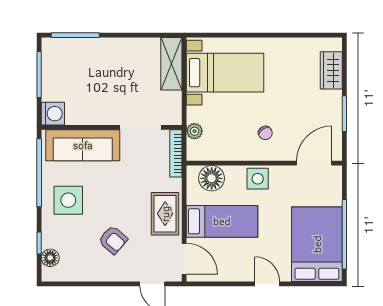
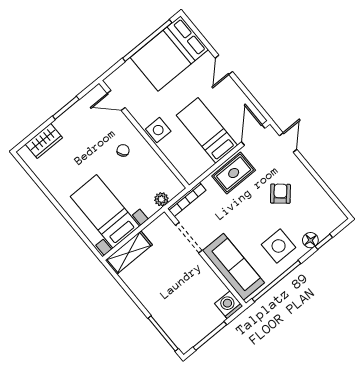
door: (314, 163) -> (116, 100), width x0.73
floor lamp: (212, 178) -> (184, 161), removed
floor lamp: (50, 258) -> (310, 240), moved

